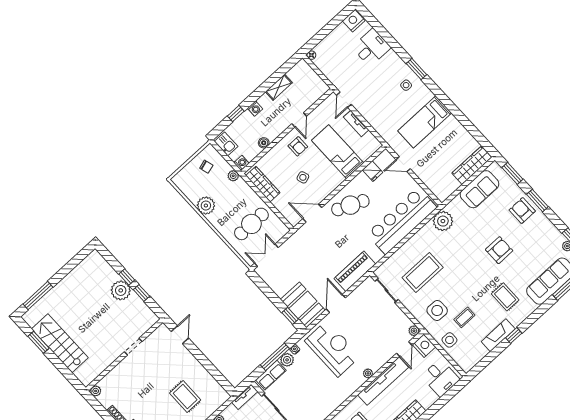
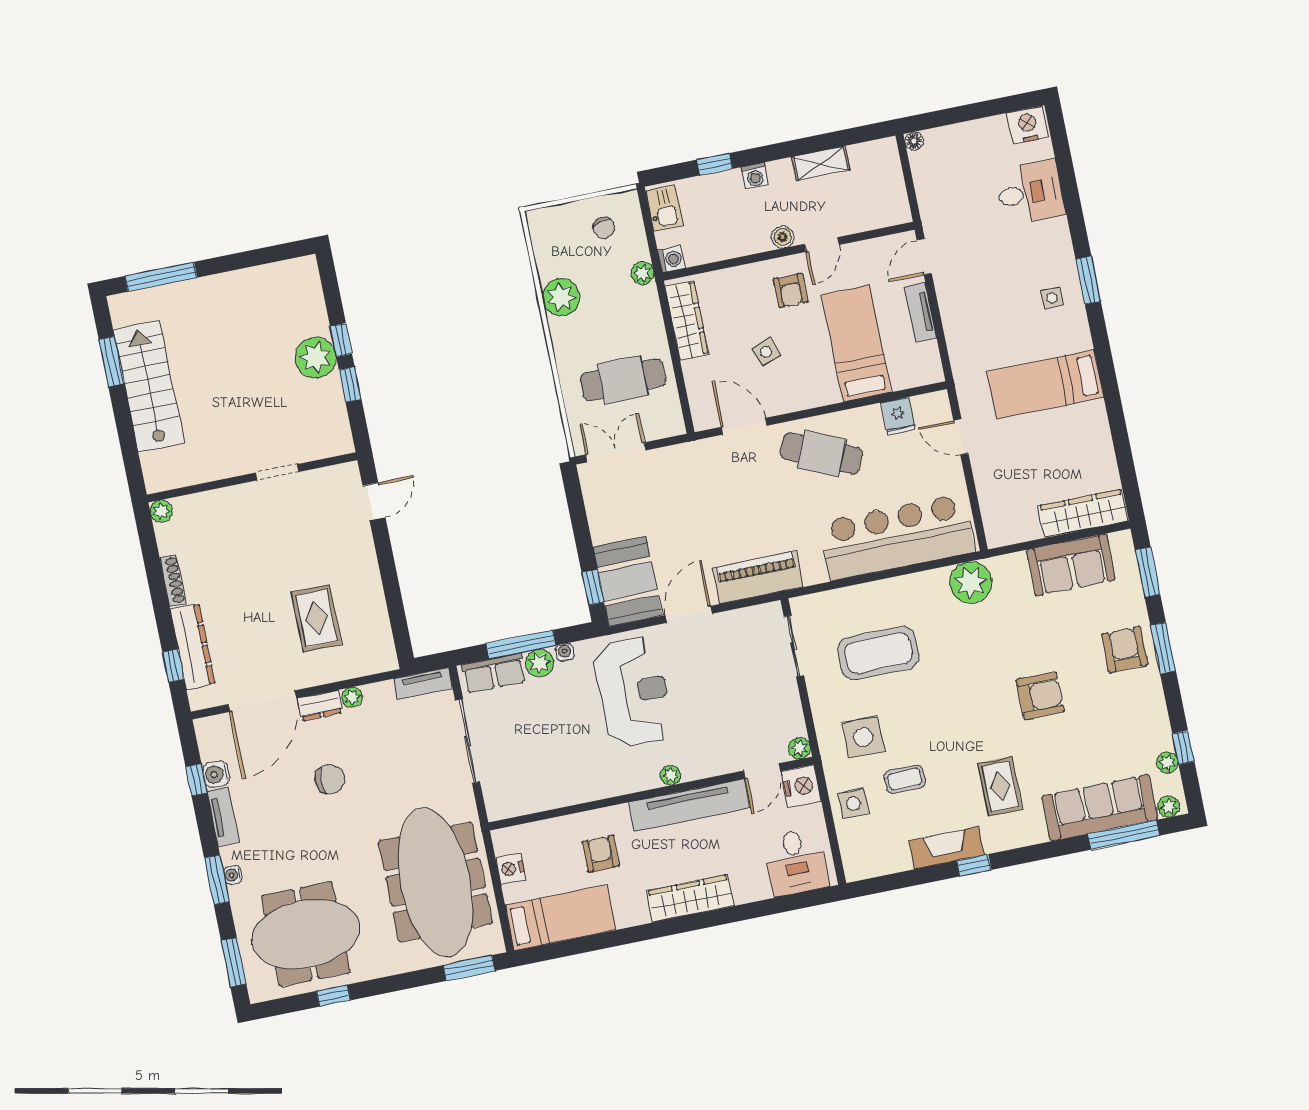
boiler: (264, 143) -> (783, 237), moved

